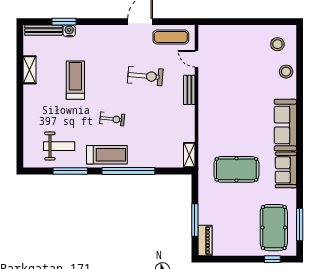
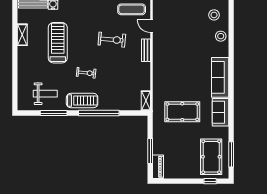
treadmill: (75, 80) -> (58, 43), width x1.37, depth x1.38

